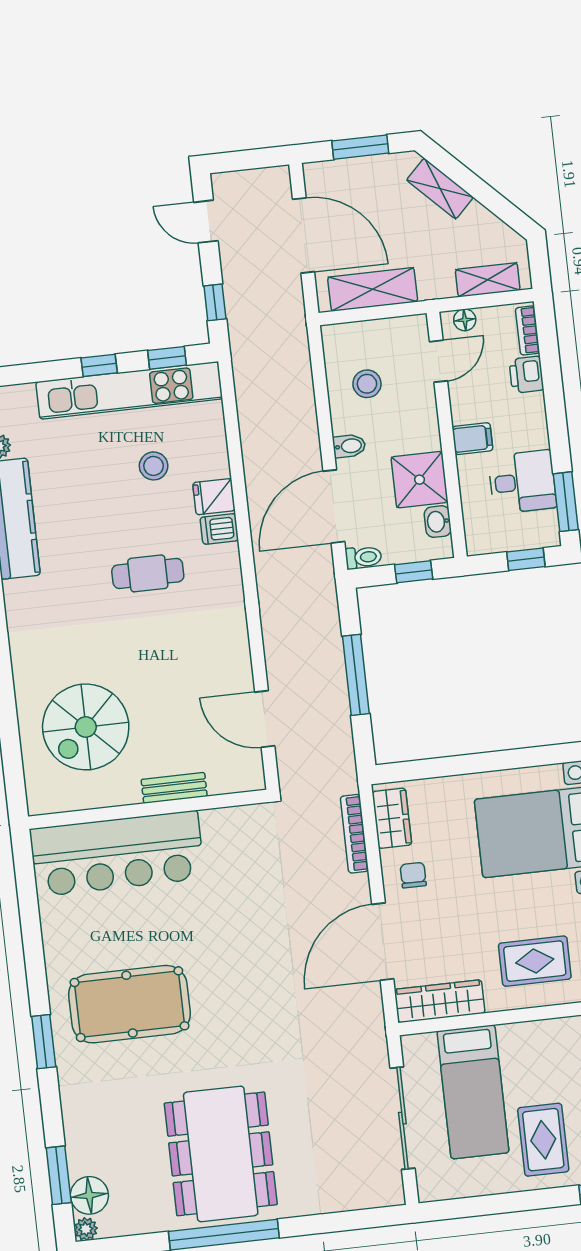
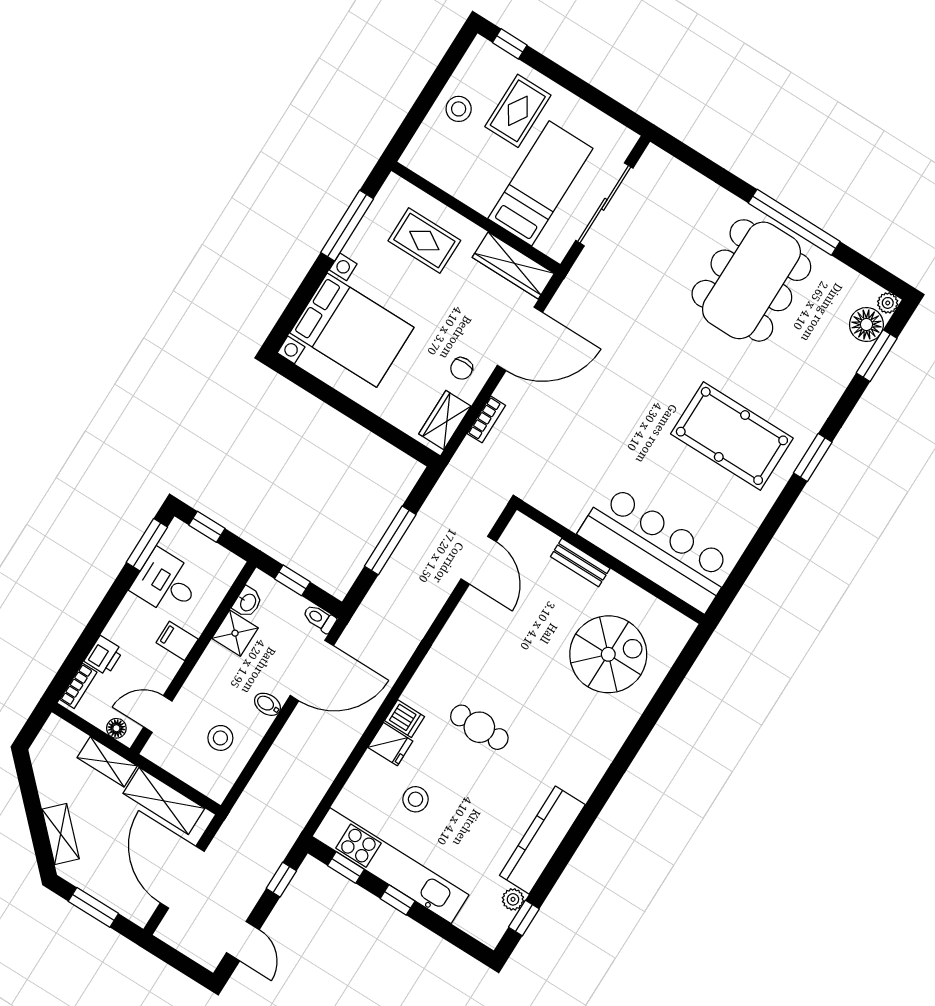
shelving: (488, 280) -> (107, 762), moved
shower: (420, 480) -> (235, 633), width x0.73, depth x0.73
bookcase: (354, 834) -> (486, 419), width x0.64

